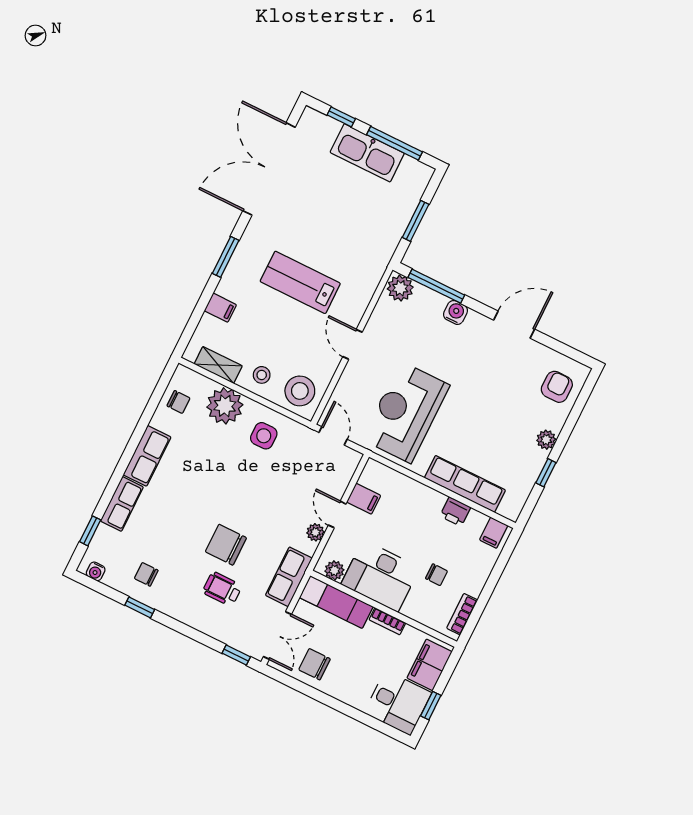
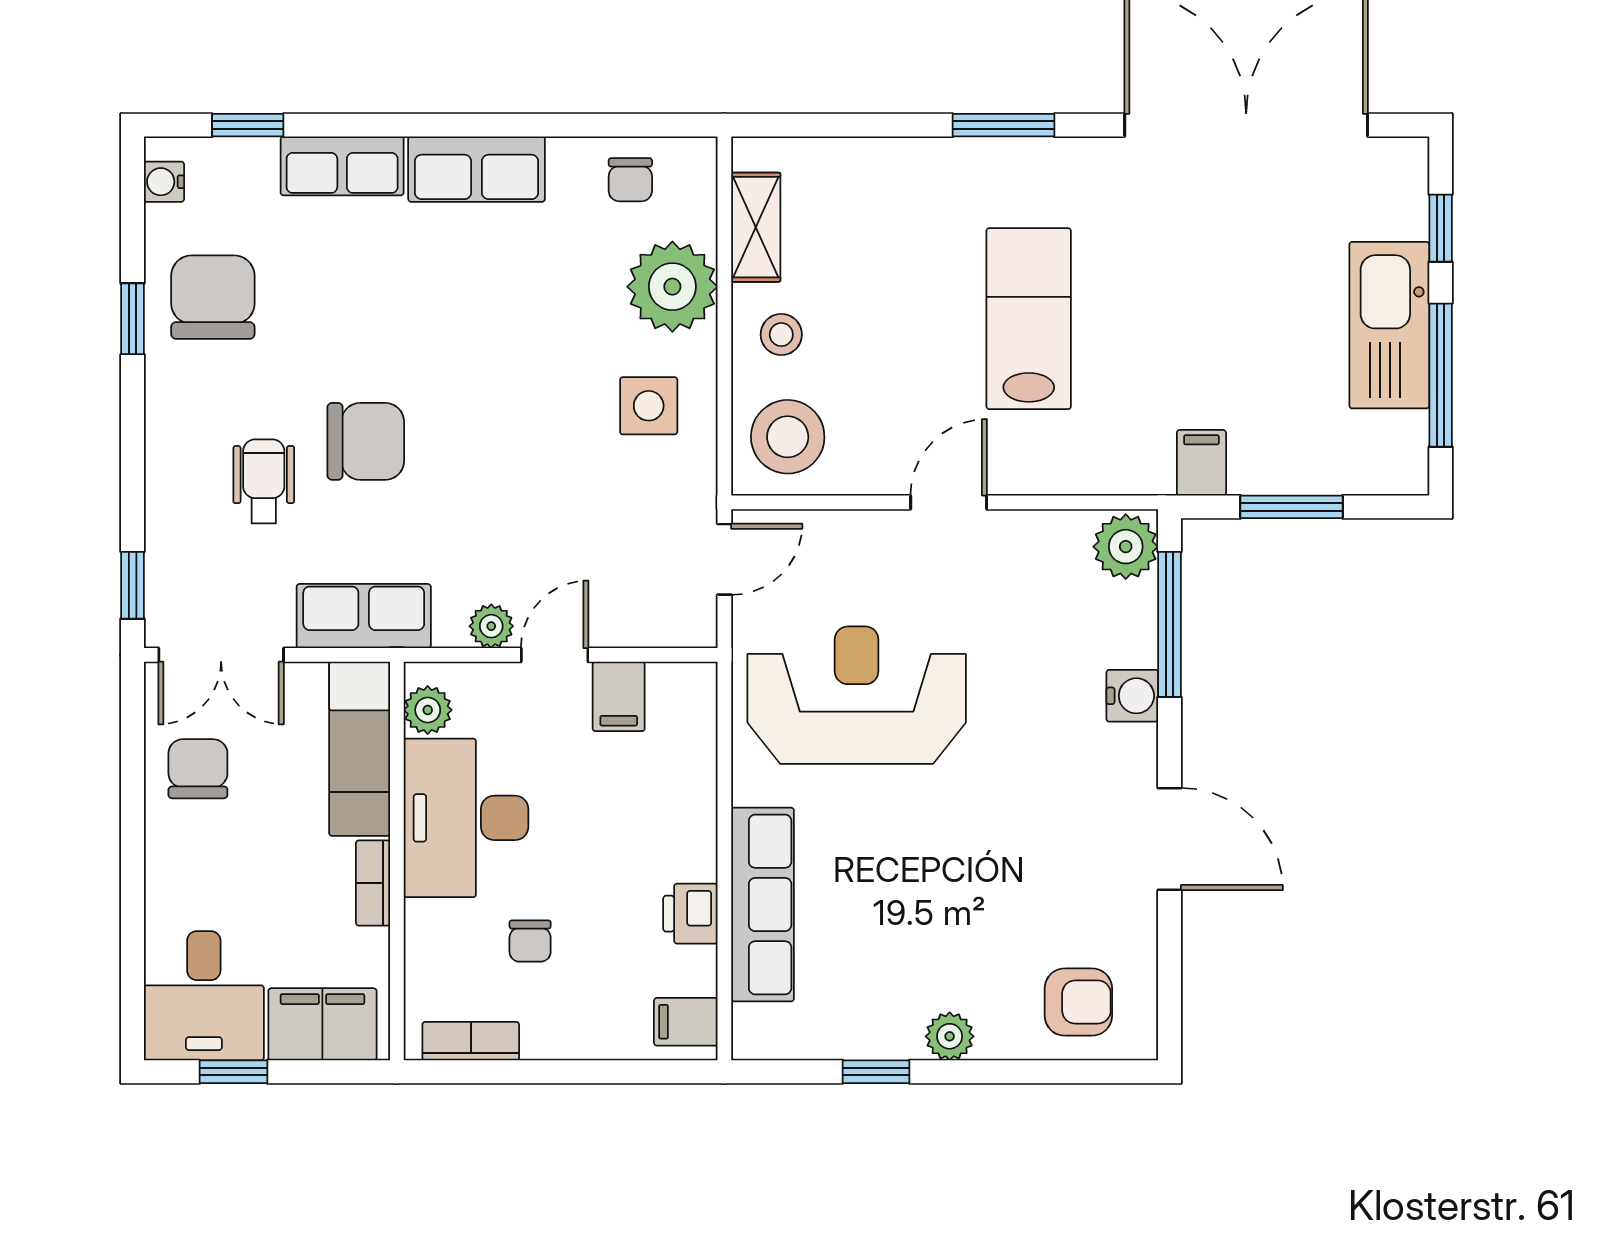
filing cabinet: (220, 308) -> (1201, 463), moved, turned 180
chair: (226, 545) -> (366, 441), turned 90
chair: (146, 574) -> (213, 297), width x1.87, depth x1.87

